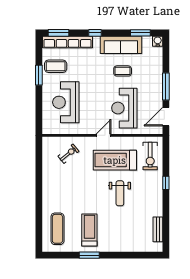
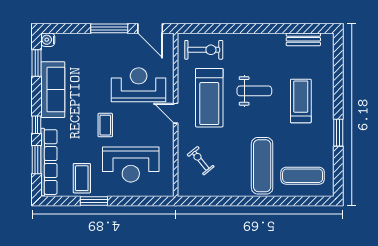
window: (59, 33) -> (37, 160), moved
coffee table: (123, 71) -> (105, 125), moved
reception desk: (124, 108) -> (139, 85), turned 180
window: (166, 183) -> (240, 28), removed
exercise mat: (65, 199) -> (262, 166), added
treadmill: (89, 230) -> (301, 101), moved, turned 90

